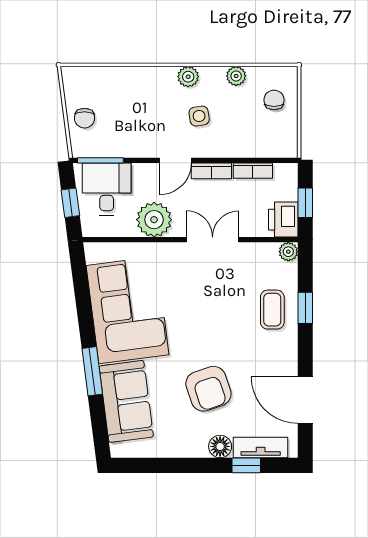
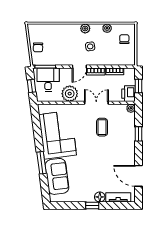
coffee table: (272, 310) -> (102, 127), moved
armchair: (208, 389) -> (94, 171), removed
window: (246, 465) -> (92, 206), moved

